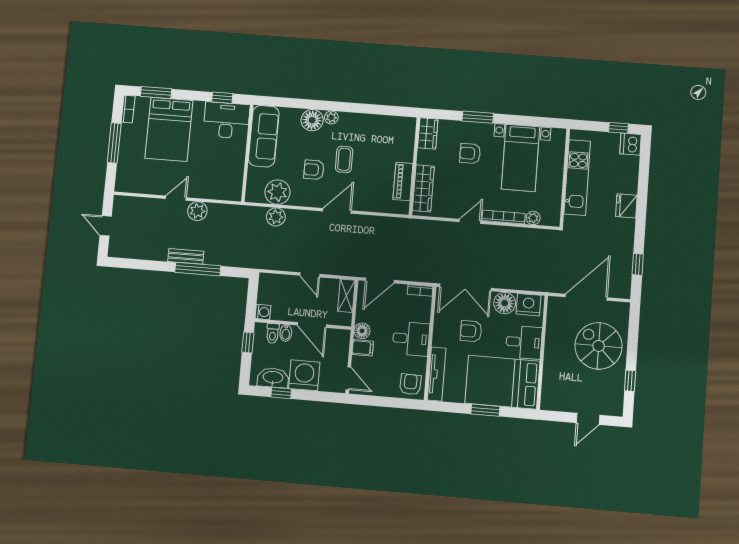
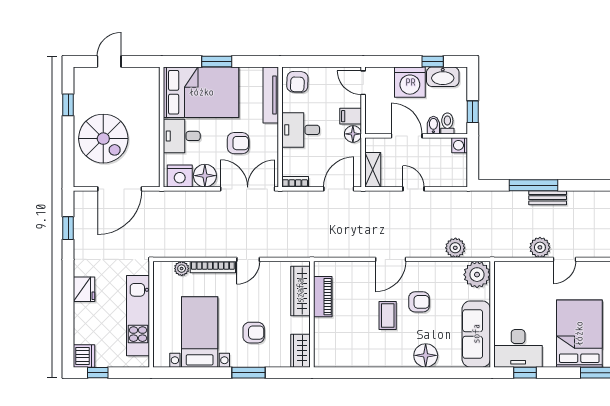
plant: (331, 117) -> (405, 360), removed
plant: (278, 192) -> (477, 275), moved

